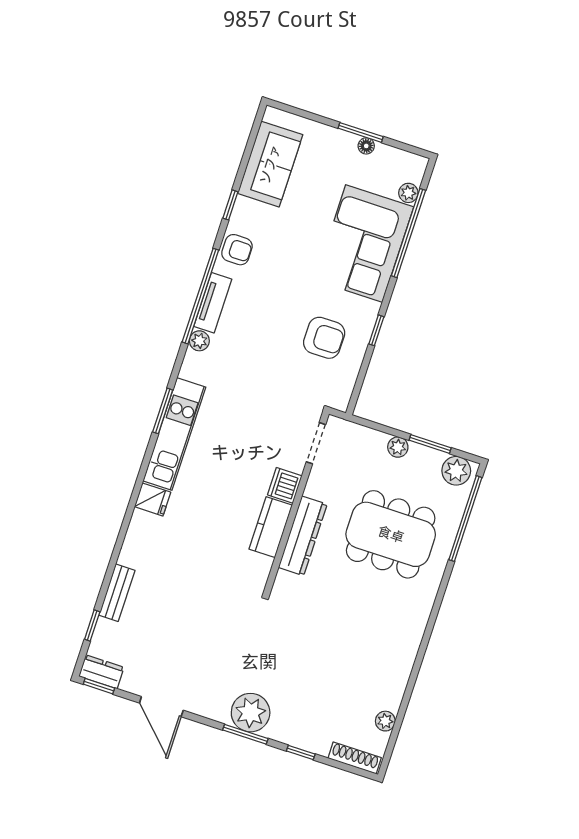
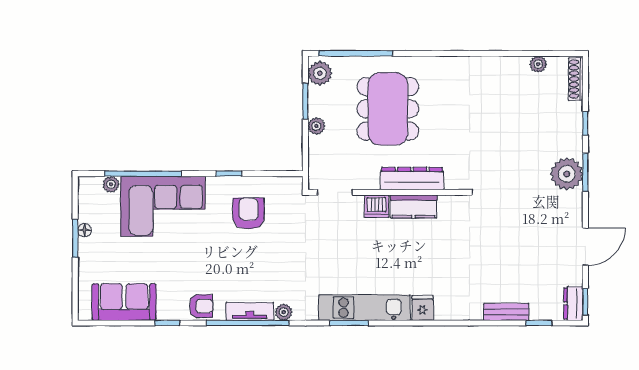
armchair: (237, 250) -> (201, 306), turned 90

